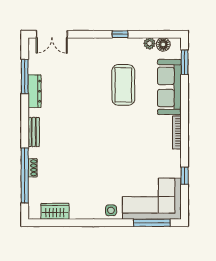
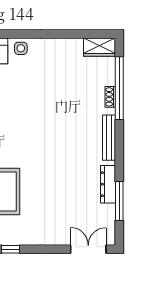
bench: (34, 132) -> (109, 138), width x1.36
wardrobe: (55, 211) -> (100, 47), moved

